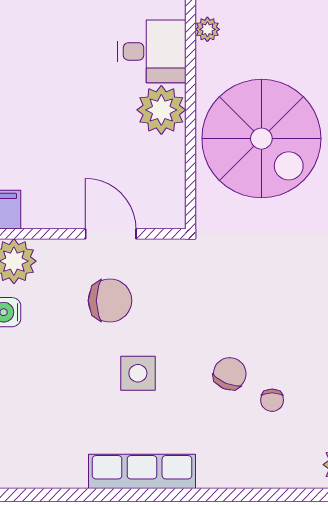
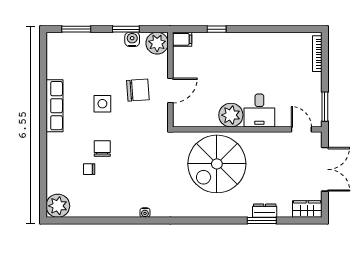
plant: (207, 29) -> (270, 138), removed
chair: (110, 301) -> (138, 90), turned -94
chair: (230, 374) -> (102, 148), turned -113

